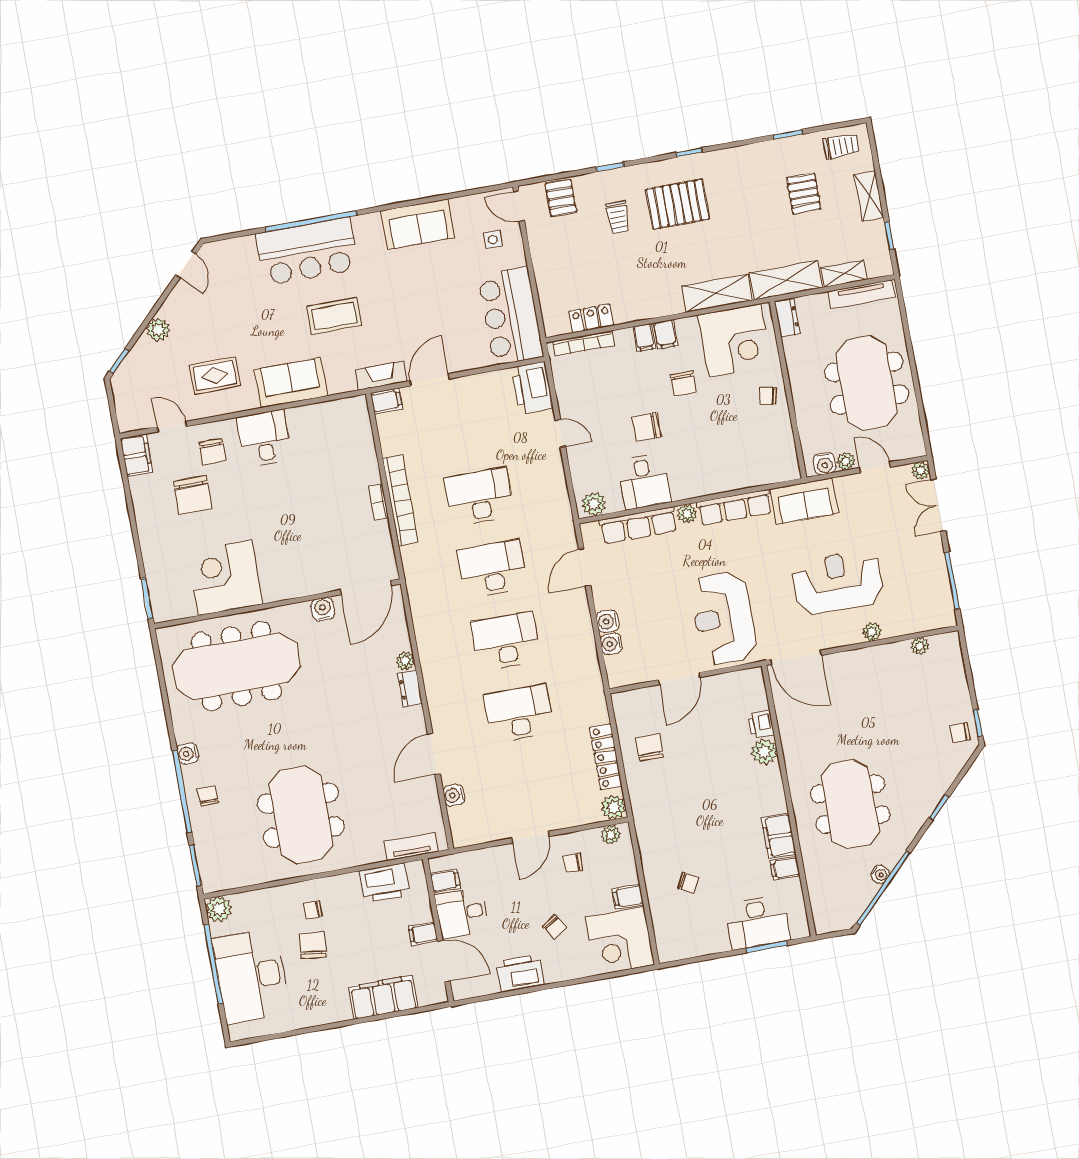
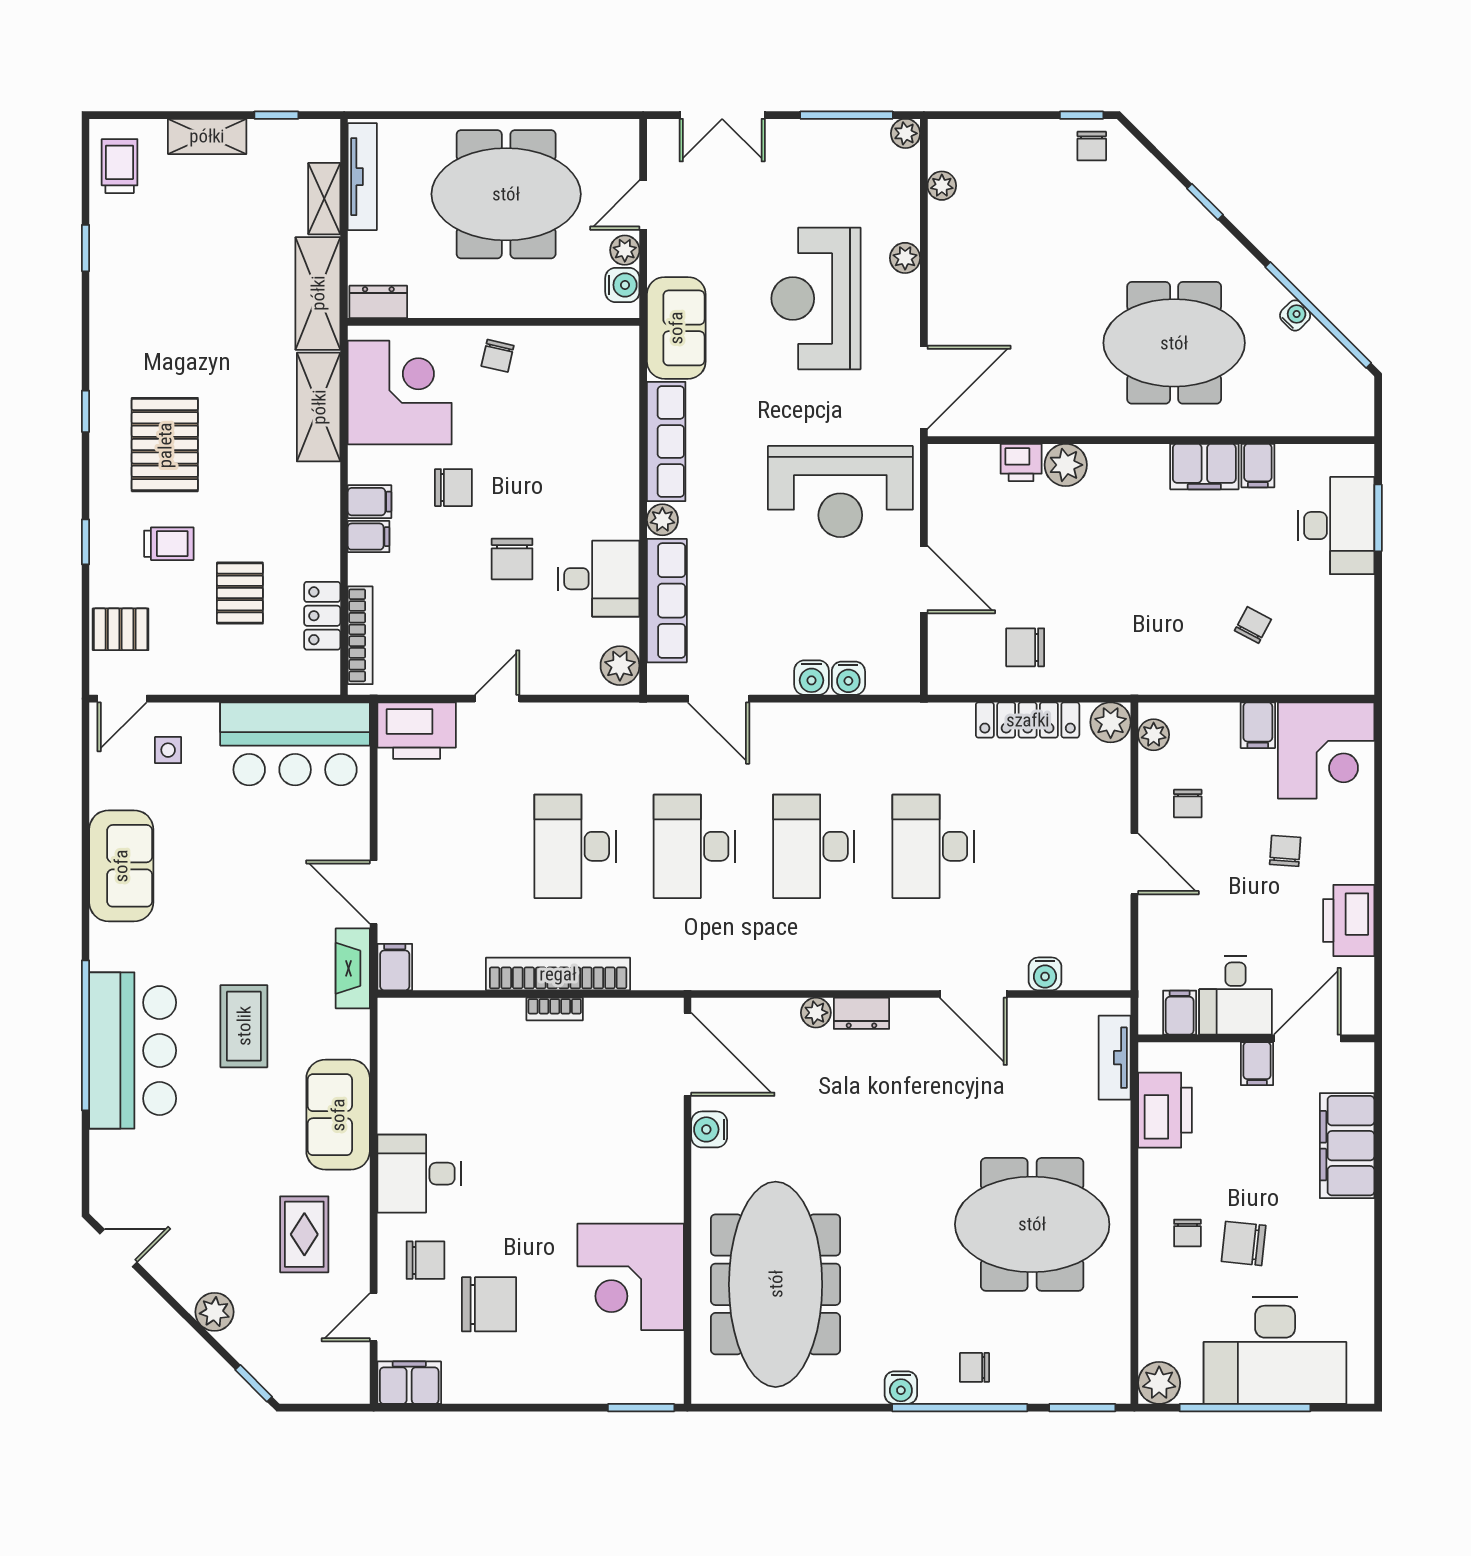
pallet: (804, 193) -> (240, 593), moved, turned 90
plant: (921, 471) -> (906, 133), moved
chair: (555, 927) -> (1285, 851), turned -53

